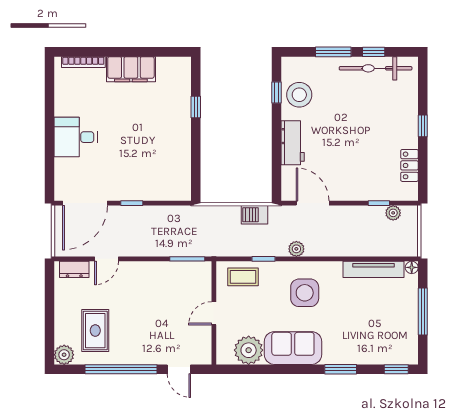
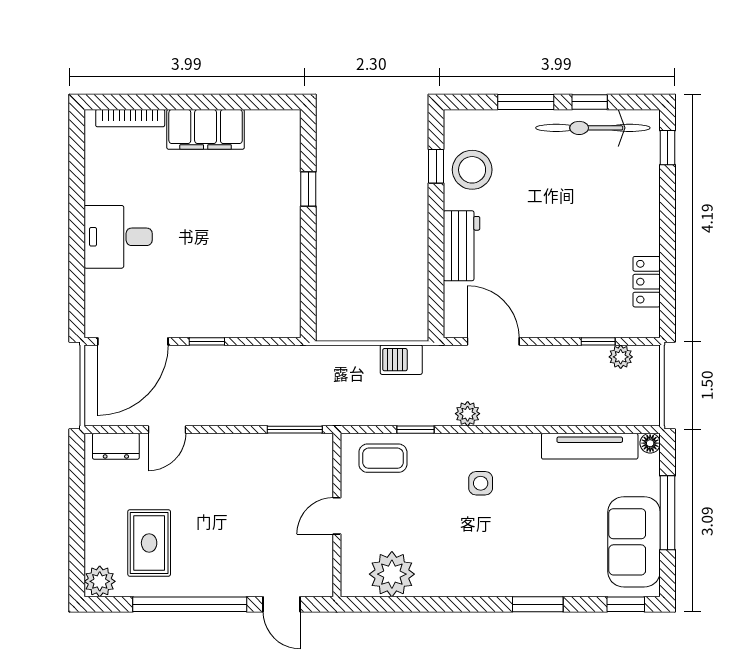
window: (423, 126) -> (667, 148), moved
side table: (305, 293) -> (481, 483), width x0.54, depth x0.54
sofa: (293, 348) -> (634, 542), moved, turned -90

